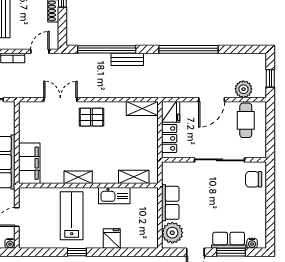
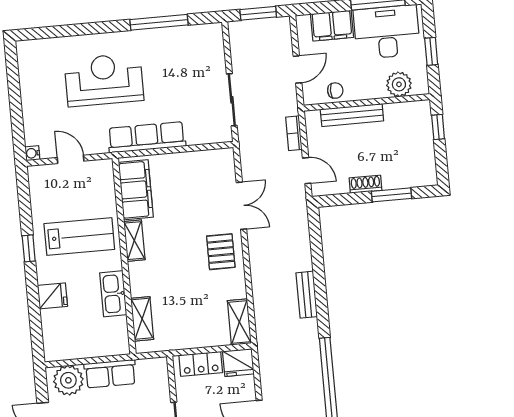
window: (107, 49) -> (318, 265), removed
filing cabinet: (29, 163) -> (136, 190), moved, turned -90

